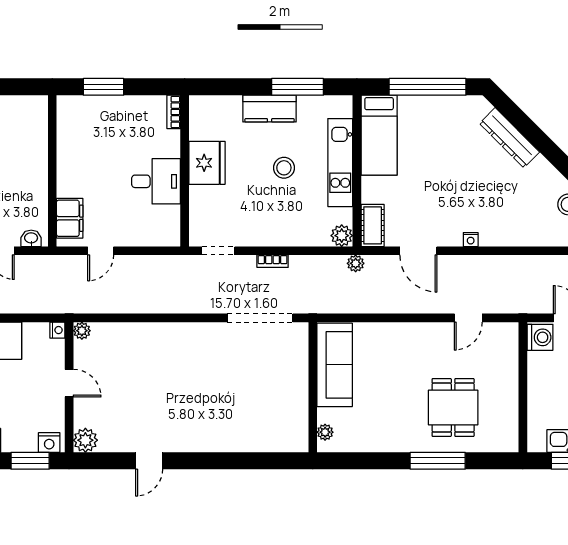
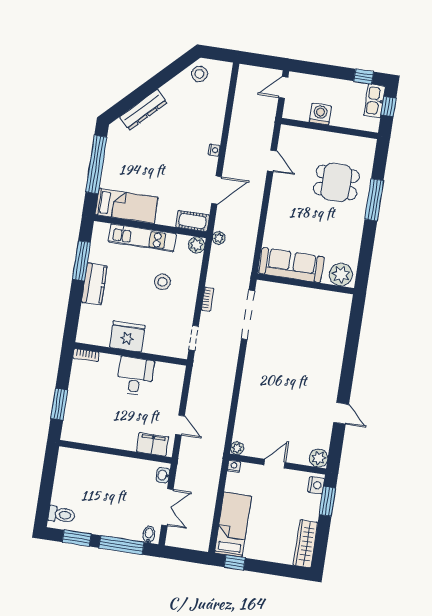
stool: (284, 168) -> (162, 282), moved
washing machine: (540, 337) -> (320, 114), moved
plant: (325, 432) -> (341, 275), width x1.87, depth x1.87

